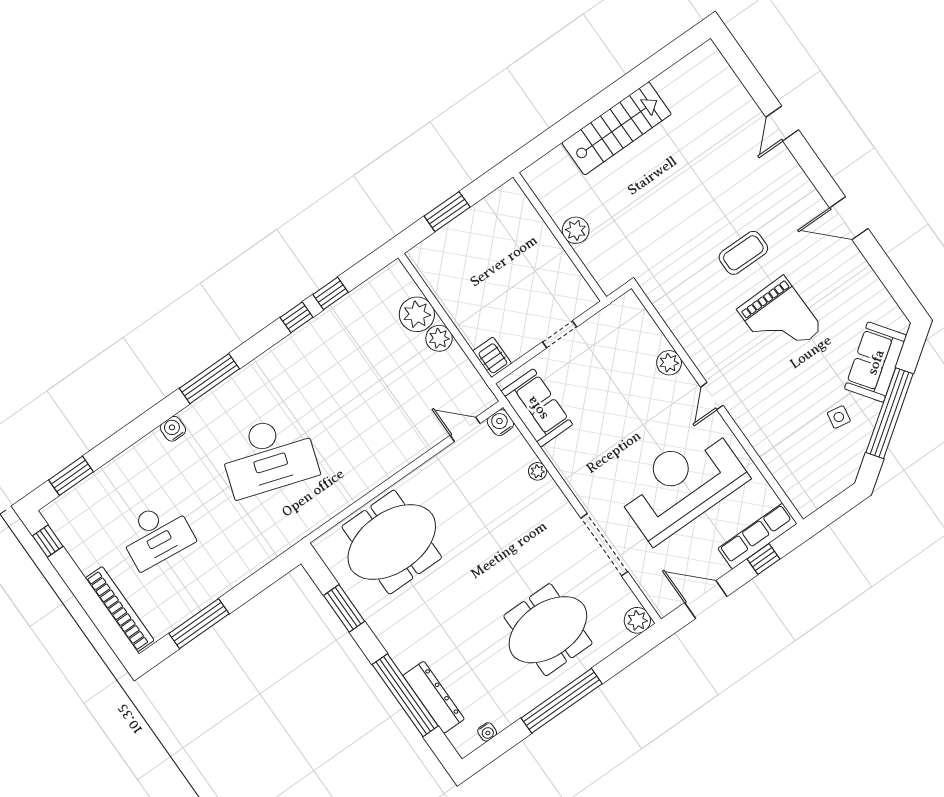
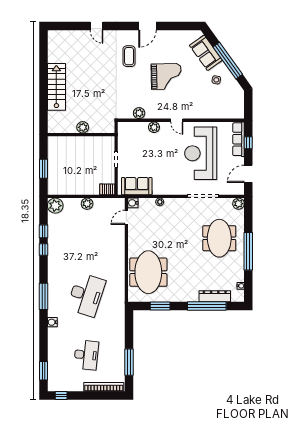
coffee table: (743, 253) -> (129, 56), moved
plant: (417, 314) -> (55, 206), moved
plant: (676, 317) -> (139, 113), added

